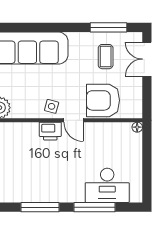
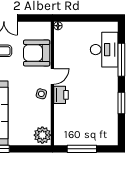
armchair: (103, 100) -> (37, 53), turned 90
window: (40, 207) -> (121, 103), width x0.69

